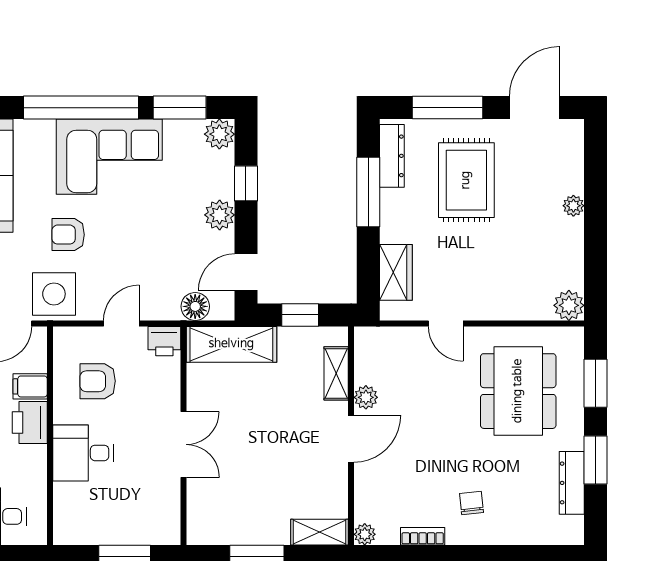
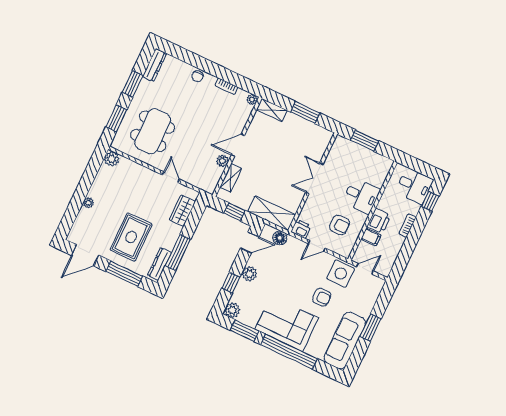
dresser: (572, 483) -> (154, 65), moved
chair: (472, 503) -> (197, 76), moved

